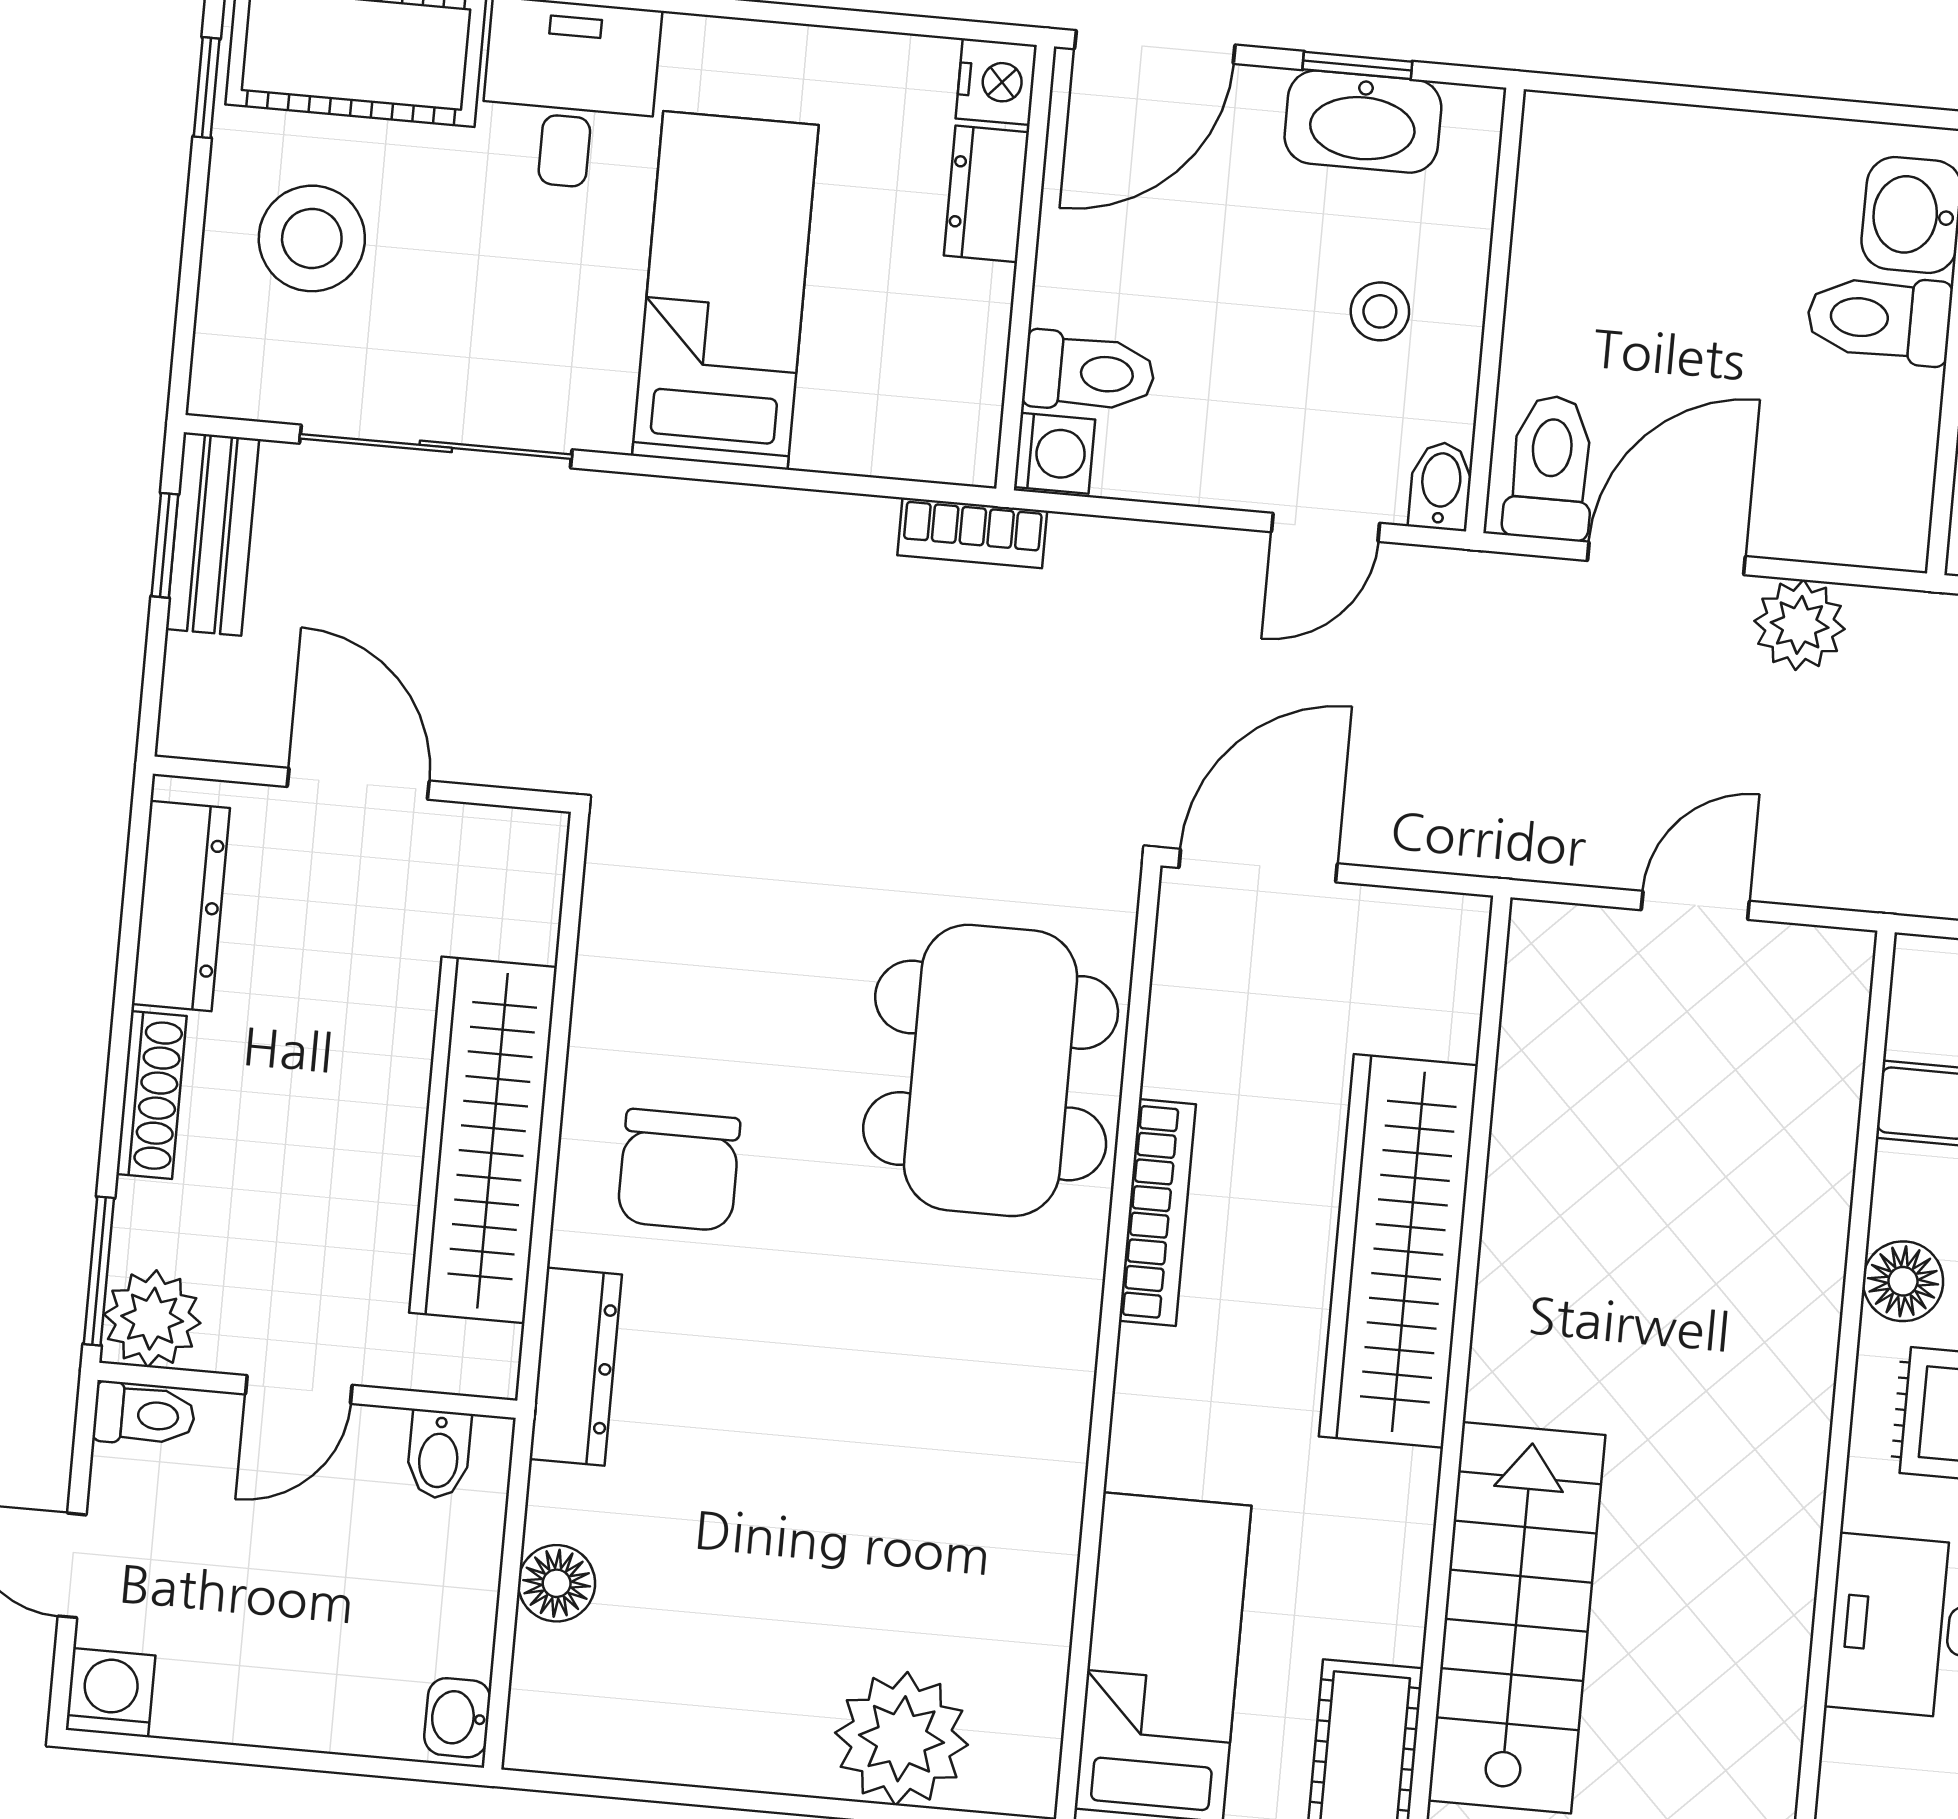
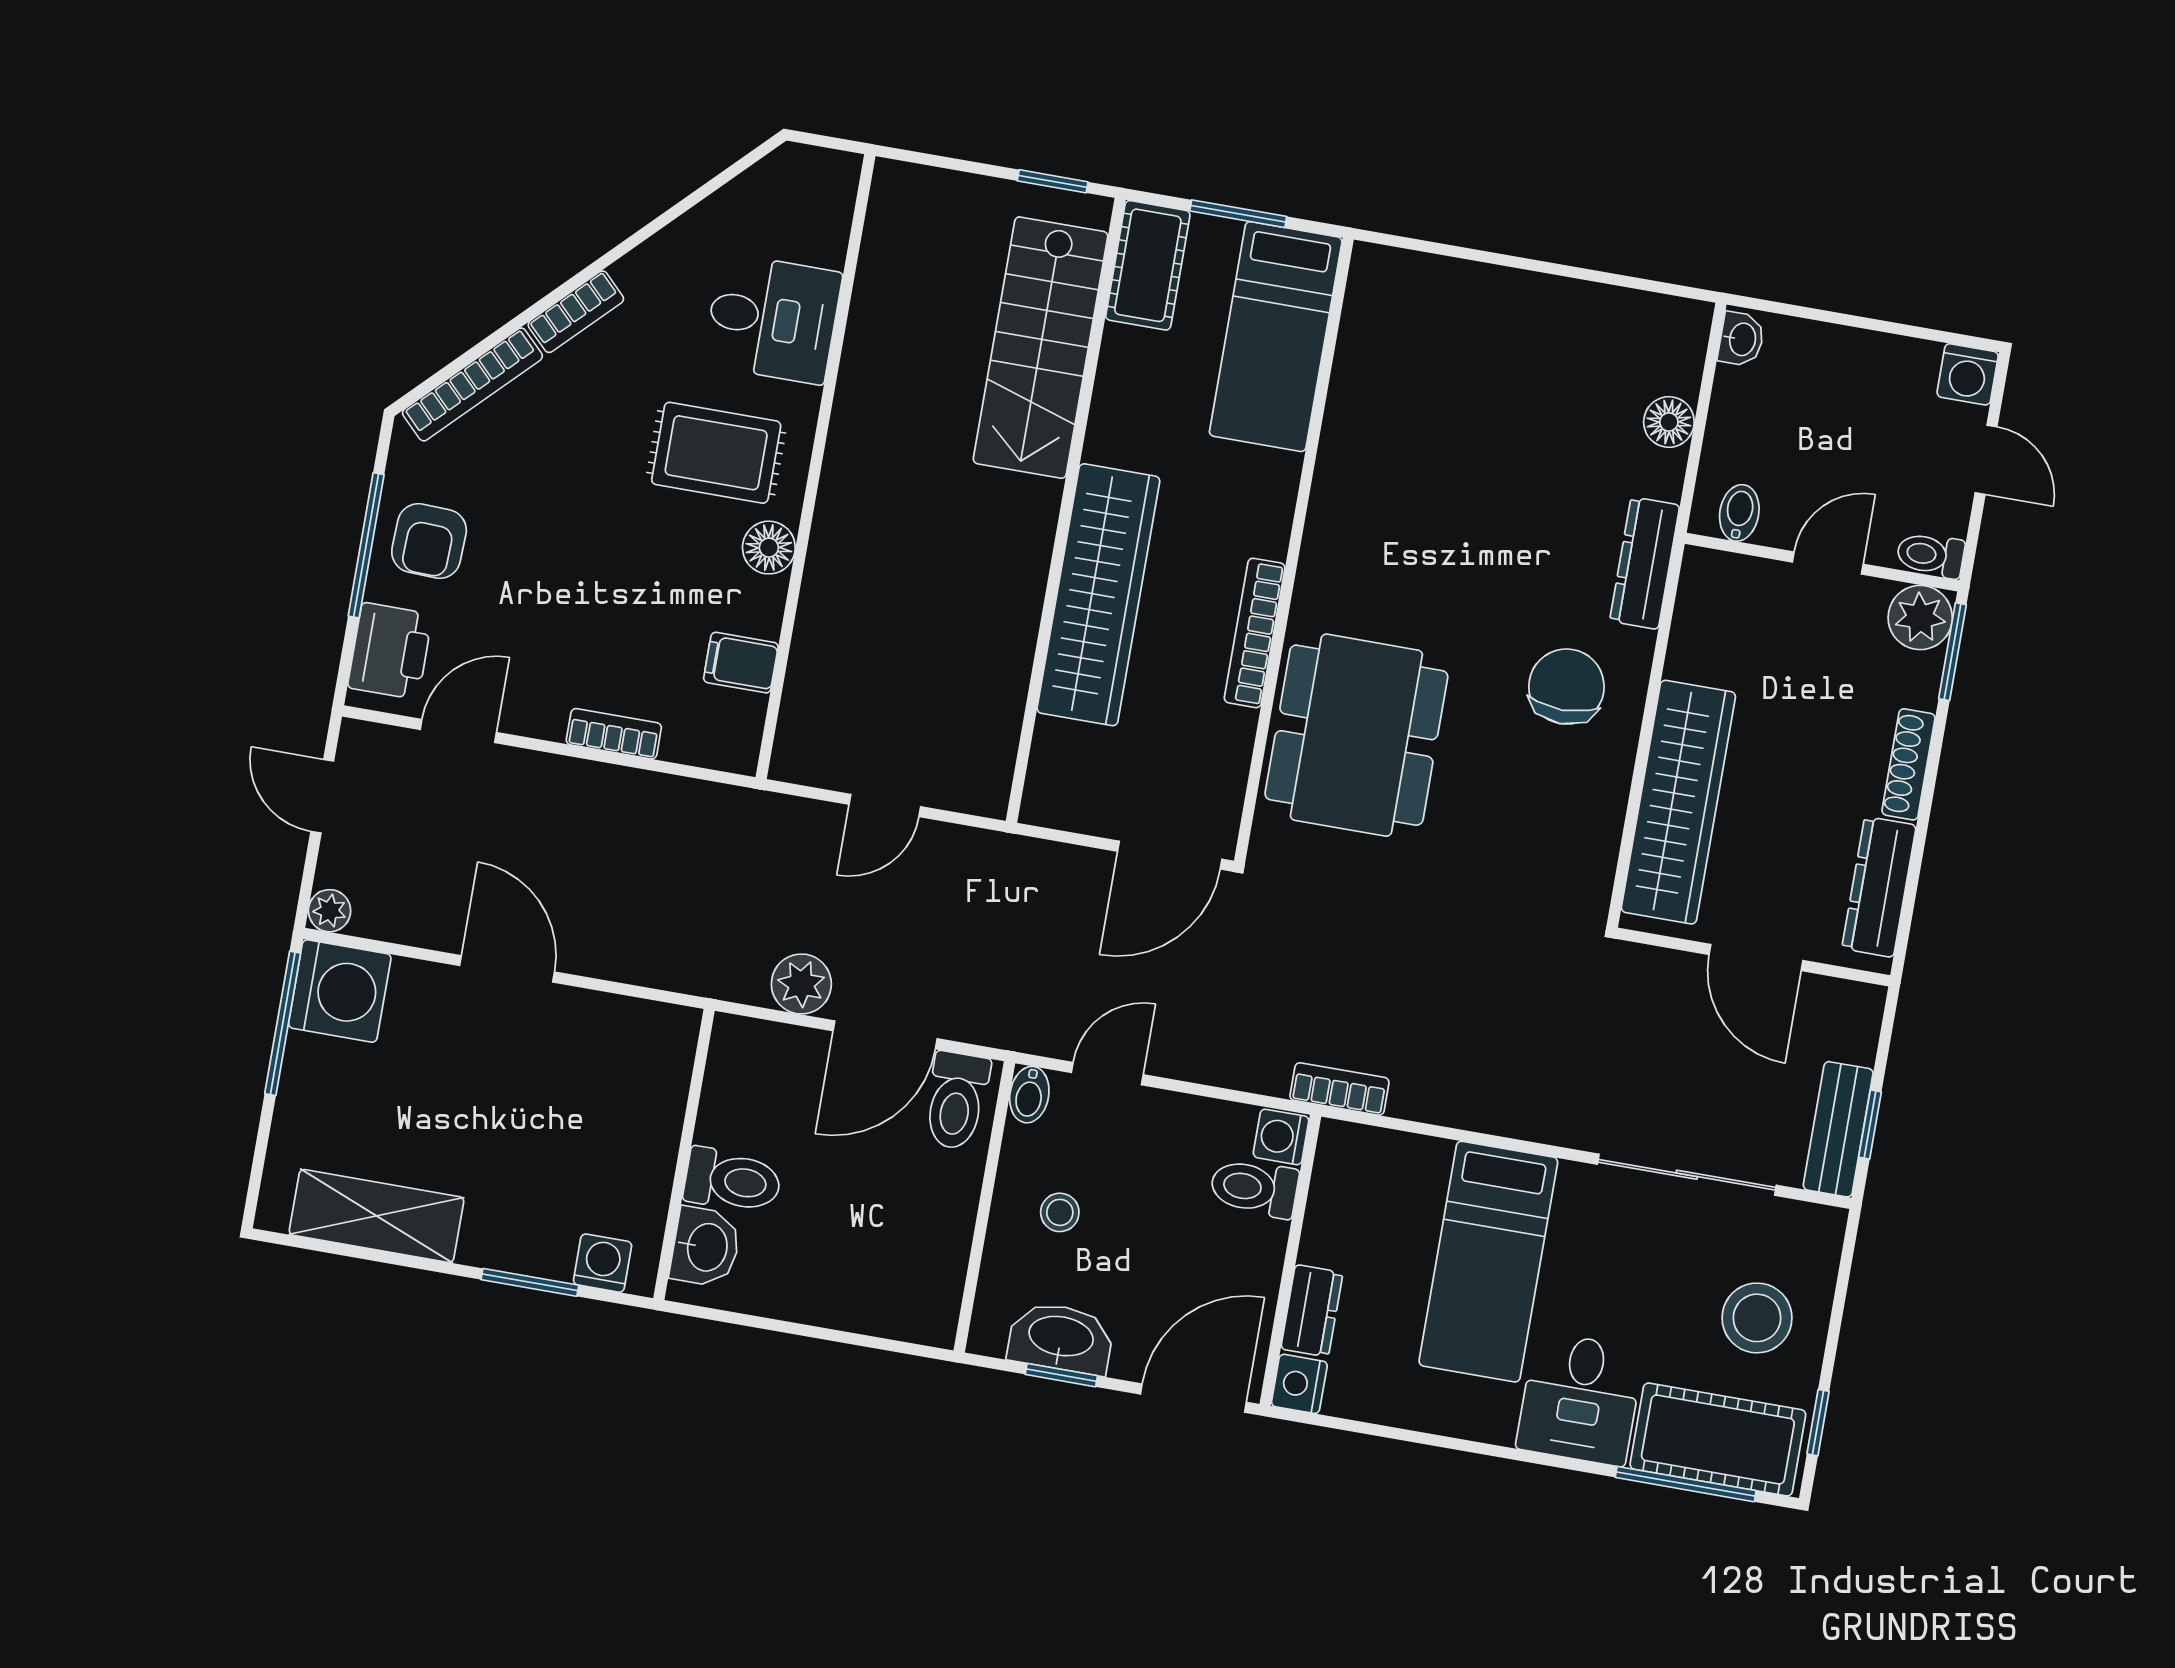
wardrobe: (483, 1140) -> (1678, 802), moved
plant: (902, 1739) -> (1451, 301), removed

